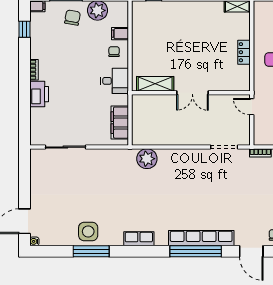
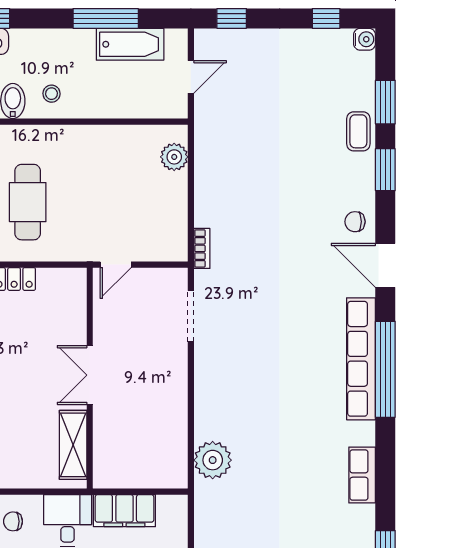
double door: (192, 93) -> (90, 375), swing flipped
filing cabinet: (120, 123) -> (124, 511), moved
door: (251, 251) -> (385, 265), swing flipped

